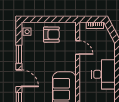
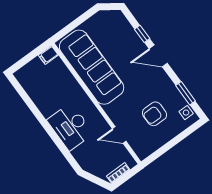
armchair: (51, 35) -> (154, 114), moved
window: (19, 54) -> (186, 93), moved

